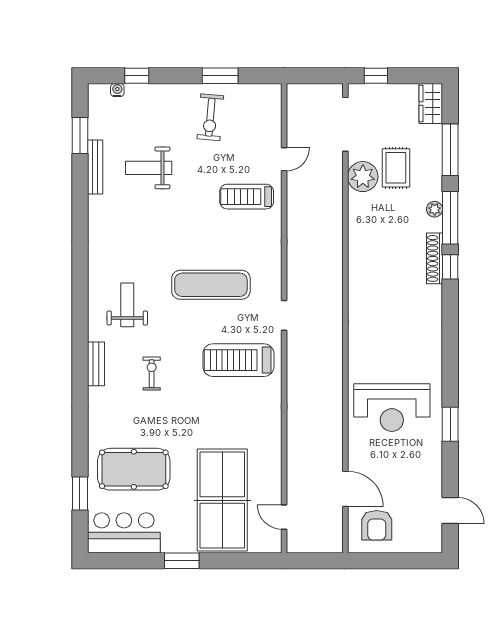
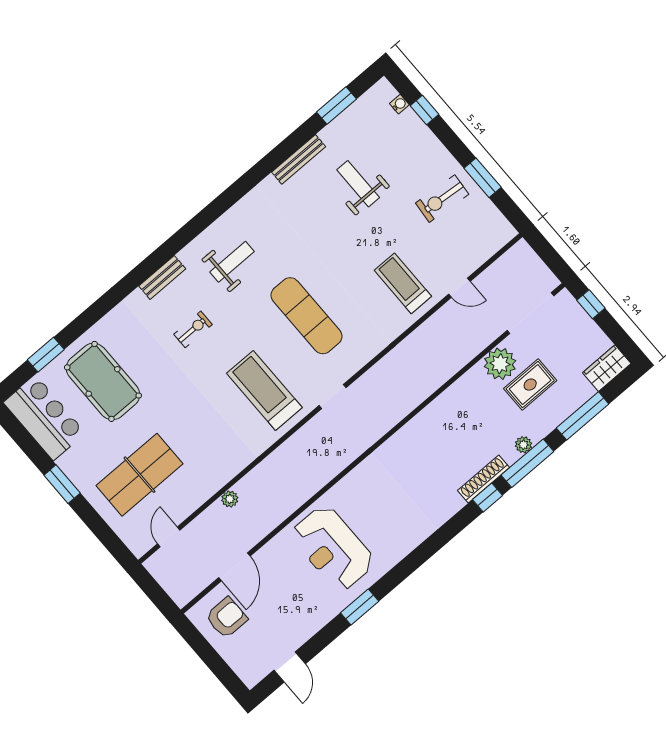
bench: (95, 167) -> (299, 159), moved
plant: (294, 451) -> (230, 499), added
table tennis table: (222, 500) -> (140, 475), width x0.73, depth x0.76
armchair: (377, 525) -> (226, 618), turned 180

